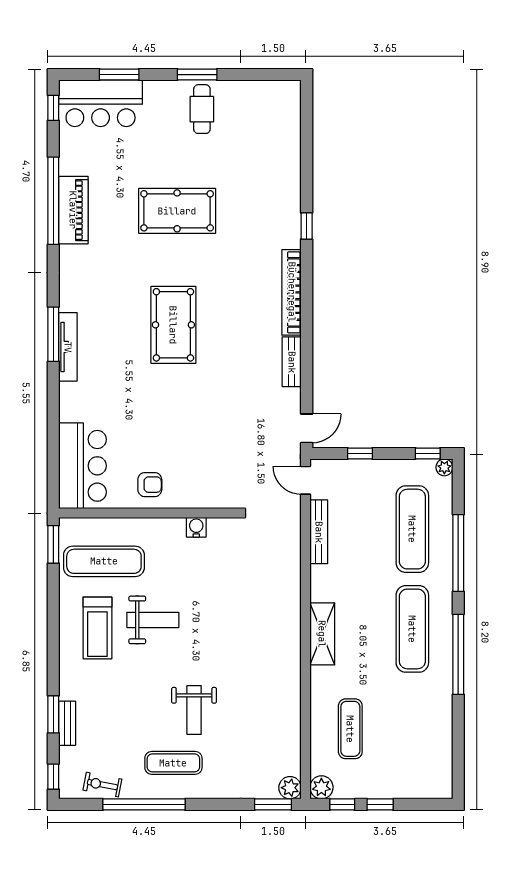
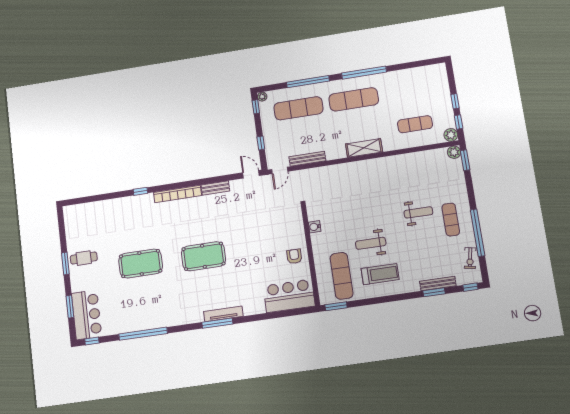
piano: (73, 210) -> (147, 322), removed
pool table: (177, 211) -> (141, 264), turned 90
weight bench: (153, 620) -> (371, 243), turned -90
bench: (67, 723) -> (438, 284), width x1.36

